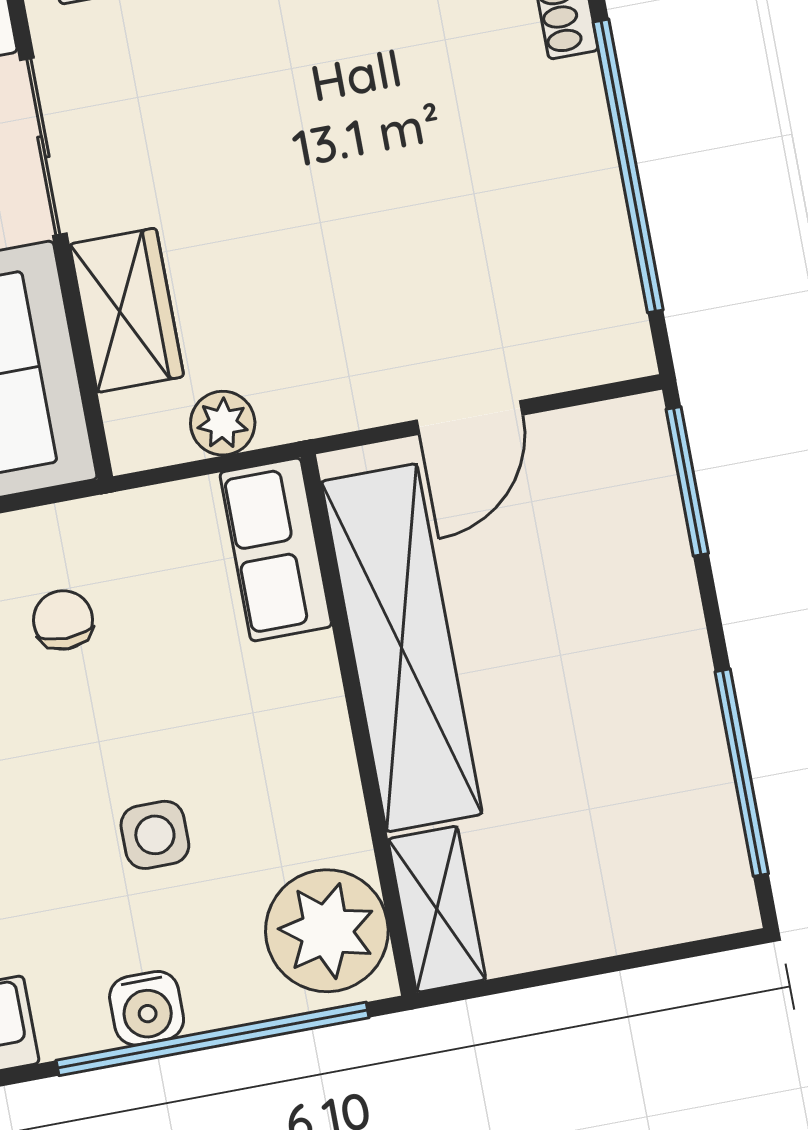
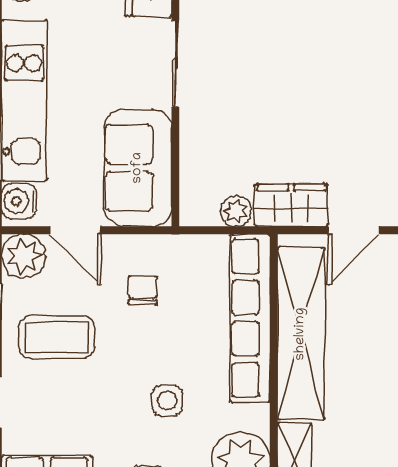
wardrobe: (127, 310) -> (291, 205), moved, turned -90
row of seats: (276, 549) -> (250, 318), width x2.02

